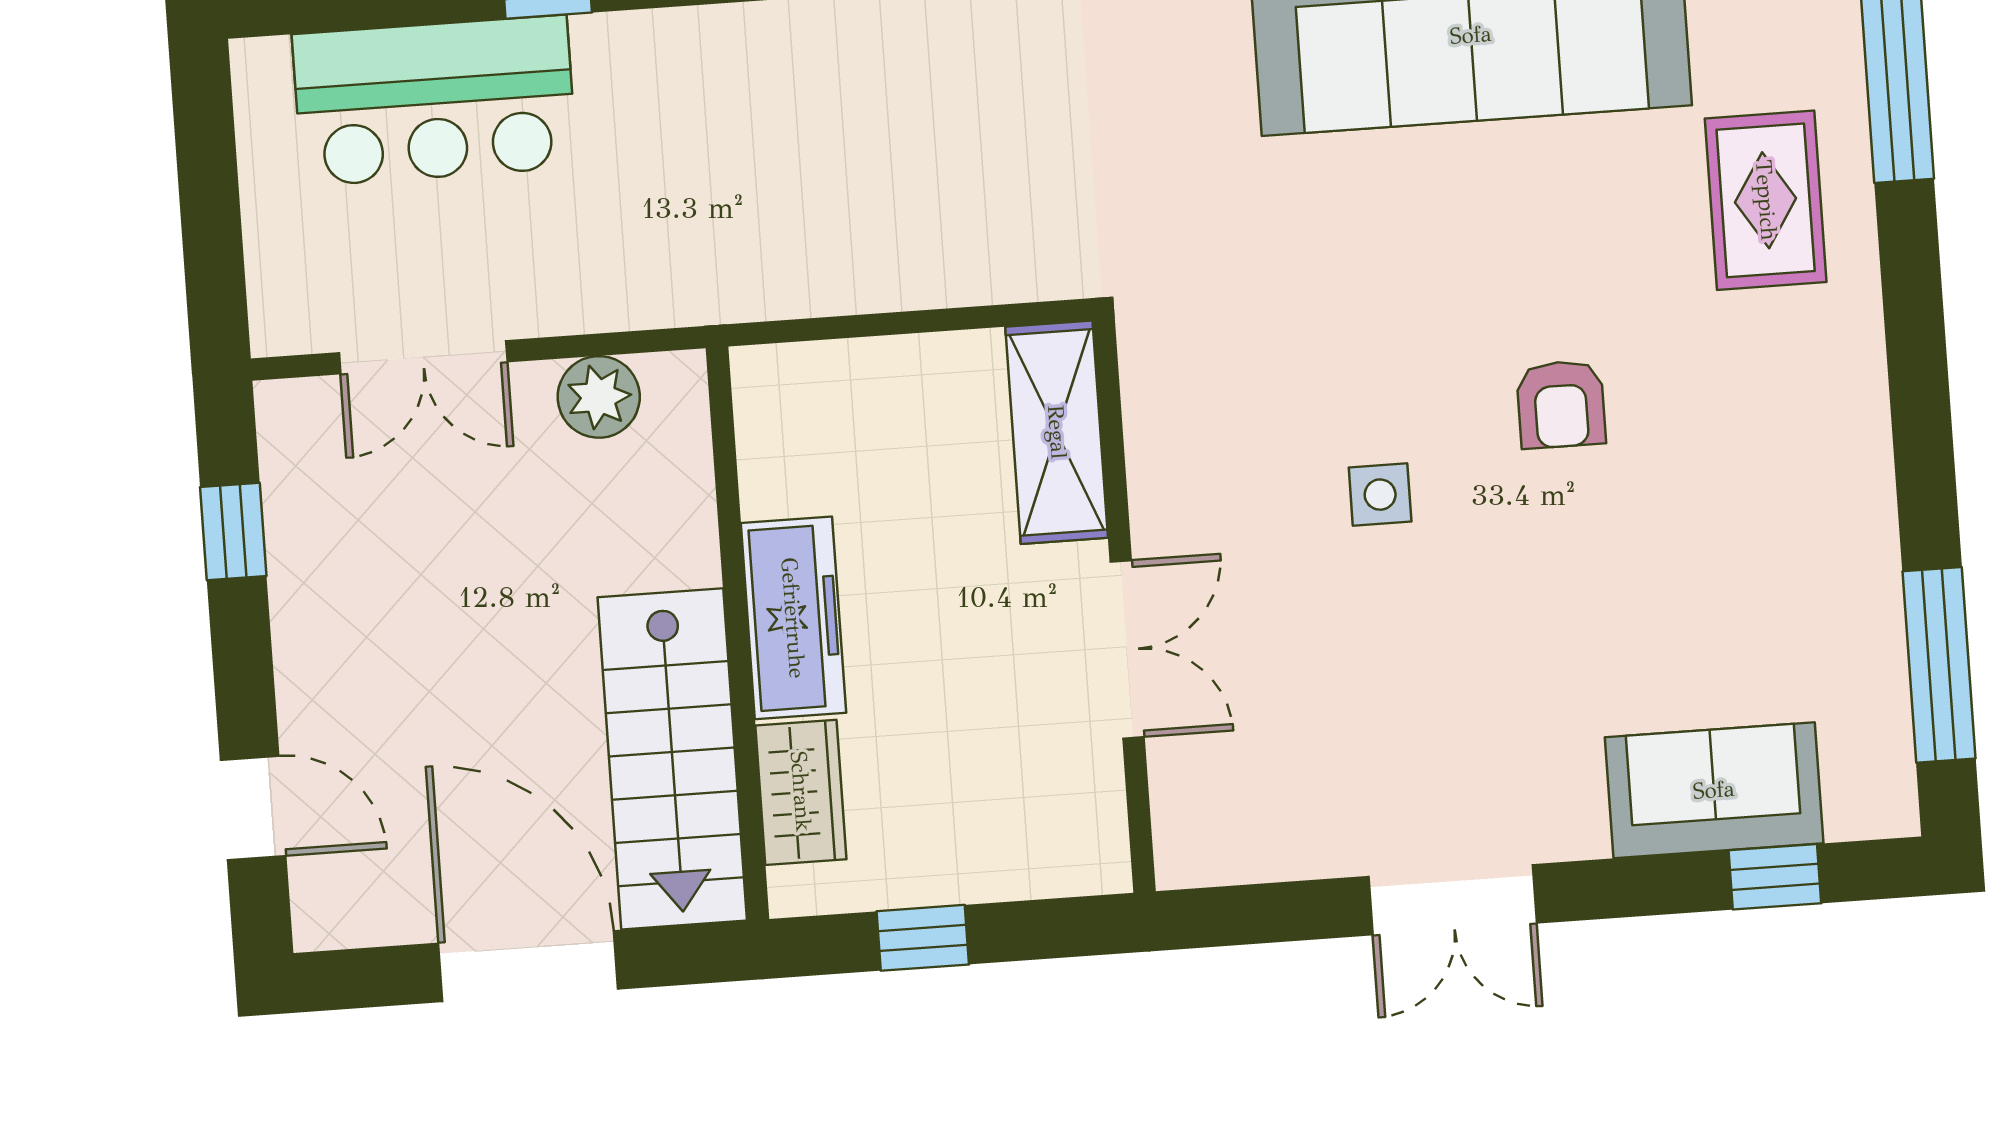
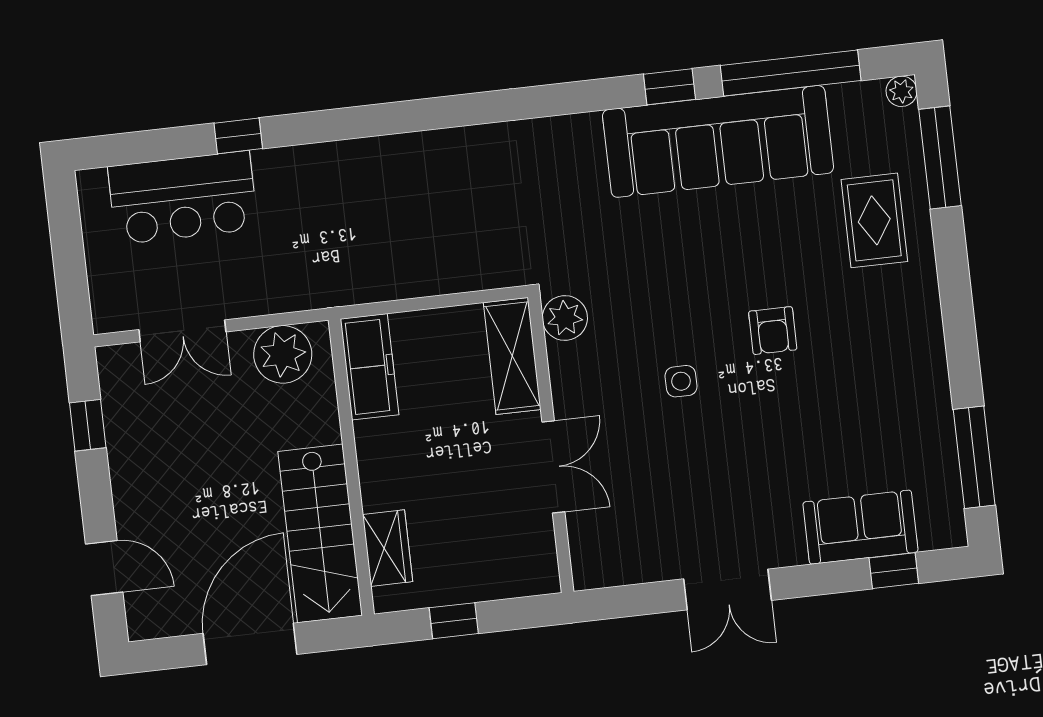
plant: (1161, 363) -> (565, 318), added
plant: (599, 397) -> (283, 354), width x1.36, depth x1.36
freezer: (793, 618) -> (369, 367), moved
door: (528, 966) -> (250, 644), hinge flipped

